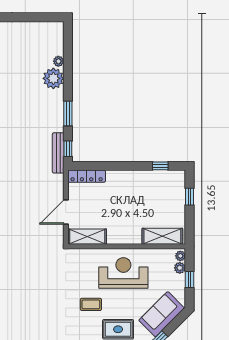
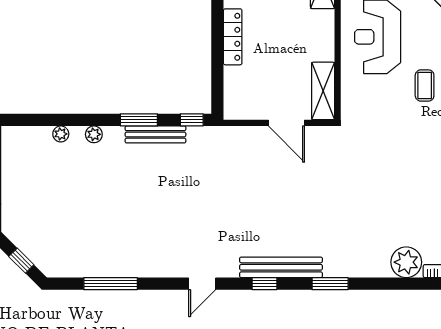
plant: (53, 78) -> (94, 134), width x0.53, depth x0.53
bench: (58, 153) -> (155, 134), moved
locker: (87, 176) -> (233, 37), moved

